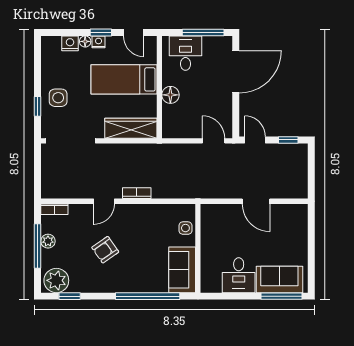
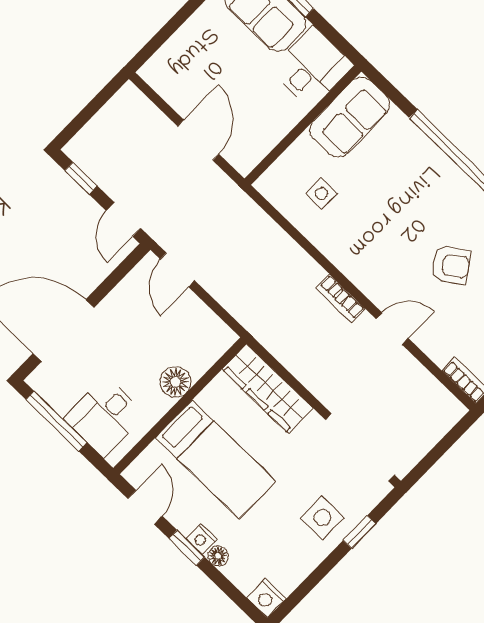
nightstand: (70, 43) -> (266, 598), moved
wall: (198, 248) -> (303, 125), moved
sofa: (182, 270) -> (350, 117), moved

